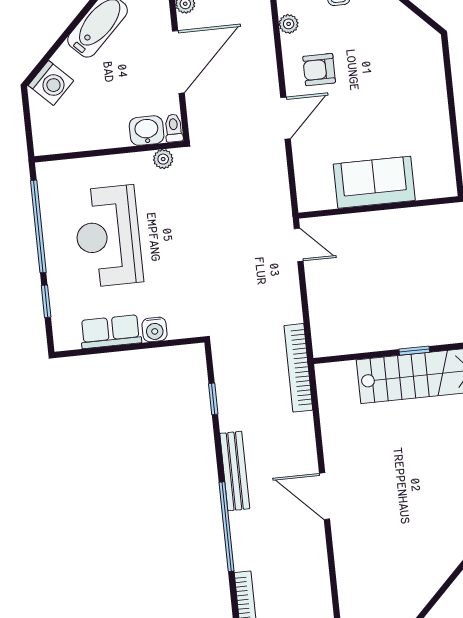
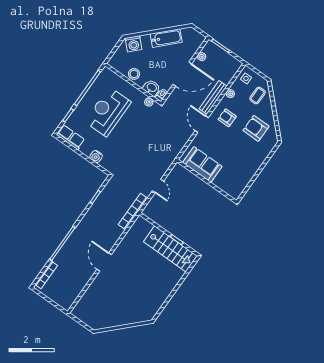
armchair: (384, 45) -> (256, 128), added
door: (286, 118) -> (202, 124), swing flipped
stool: (96, 133) -> (134, 74), added
sofa: (374, 182) -> (202, 164), moved
door: (299, 245) -> (158, 186), moved
row of seats: (111, 332) -> (71, 137), moved
bench: (235, 471) -> (213, 97), moved

